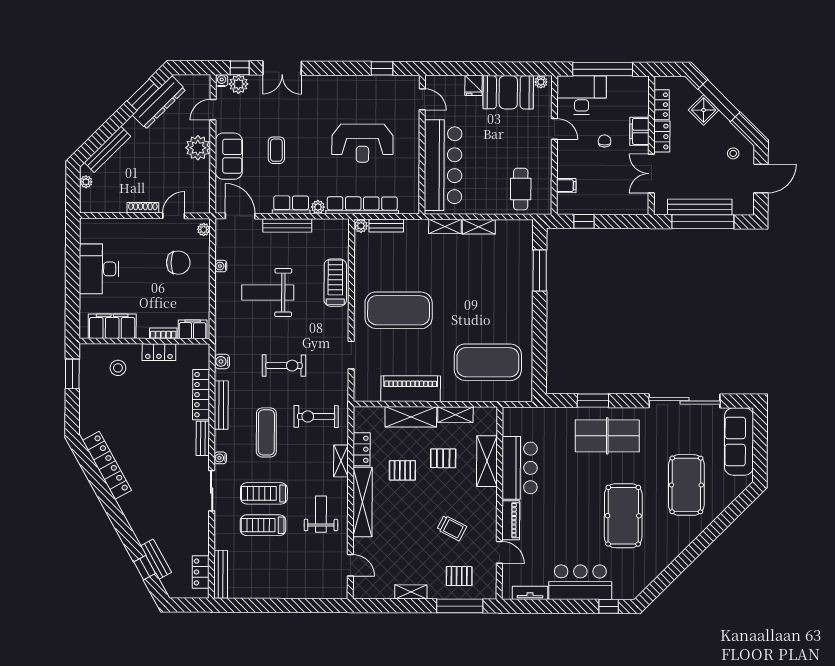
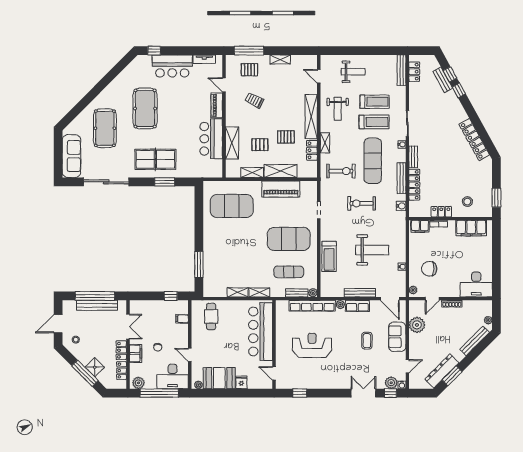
plant: (635, 85) -> (138, 383), added
plant: (198, 148) -> (417, 325), moved
exercise mat: (399, 259) -> (289, 272), added
desk: (99, 269) -> (476, 285), moved, turned 90
exercise mat: (266, 432) -> (373, 161), width x1.36, depth x1.45
window: (131, 542) -> (459, 90), added
weight bench: (296, 572) -> (353, 72), added

